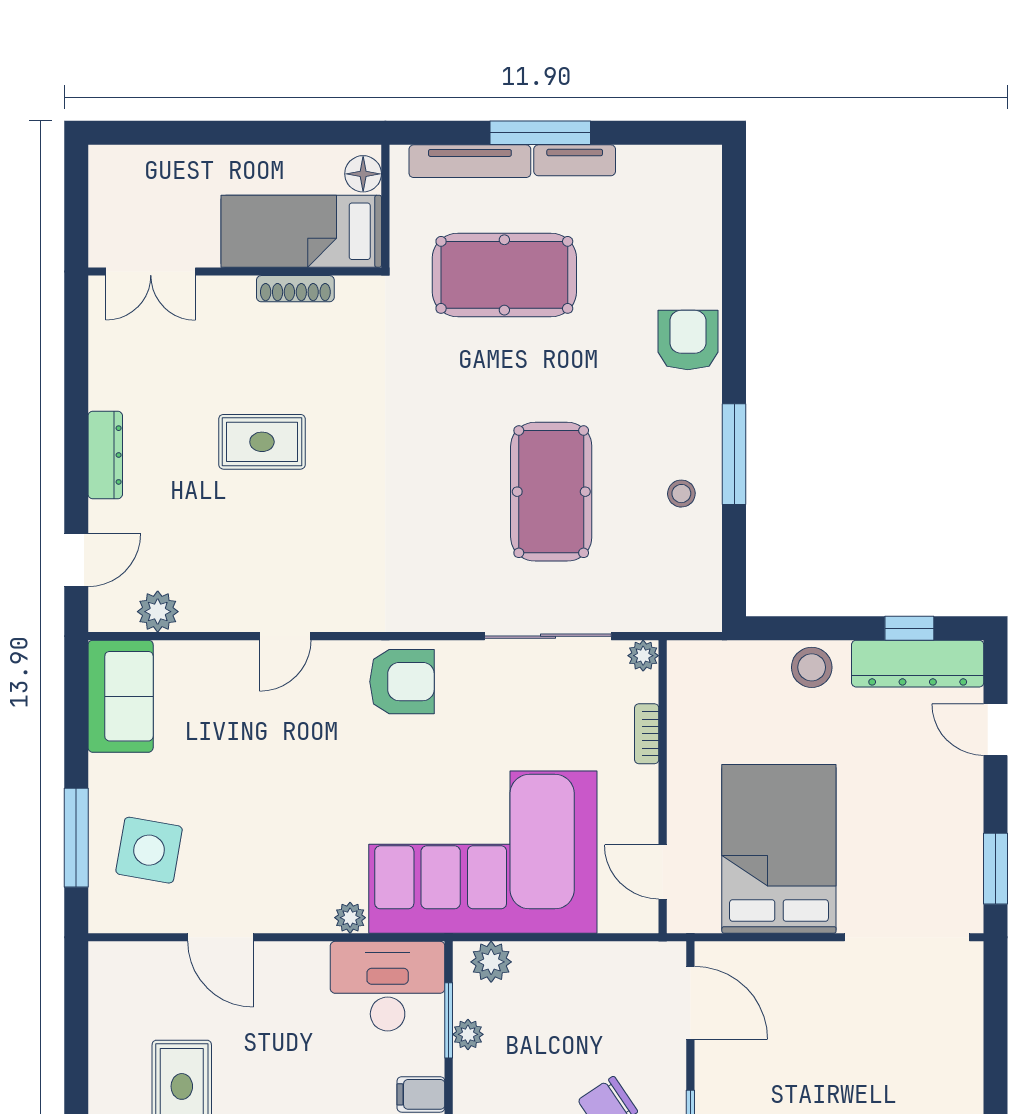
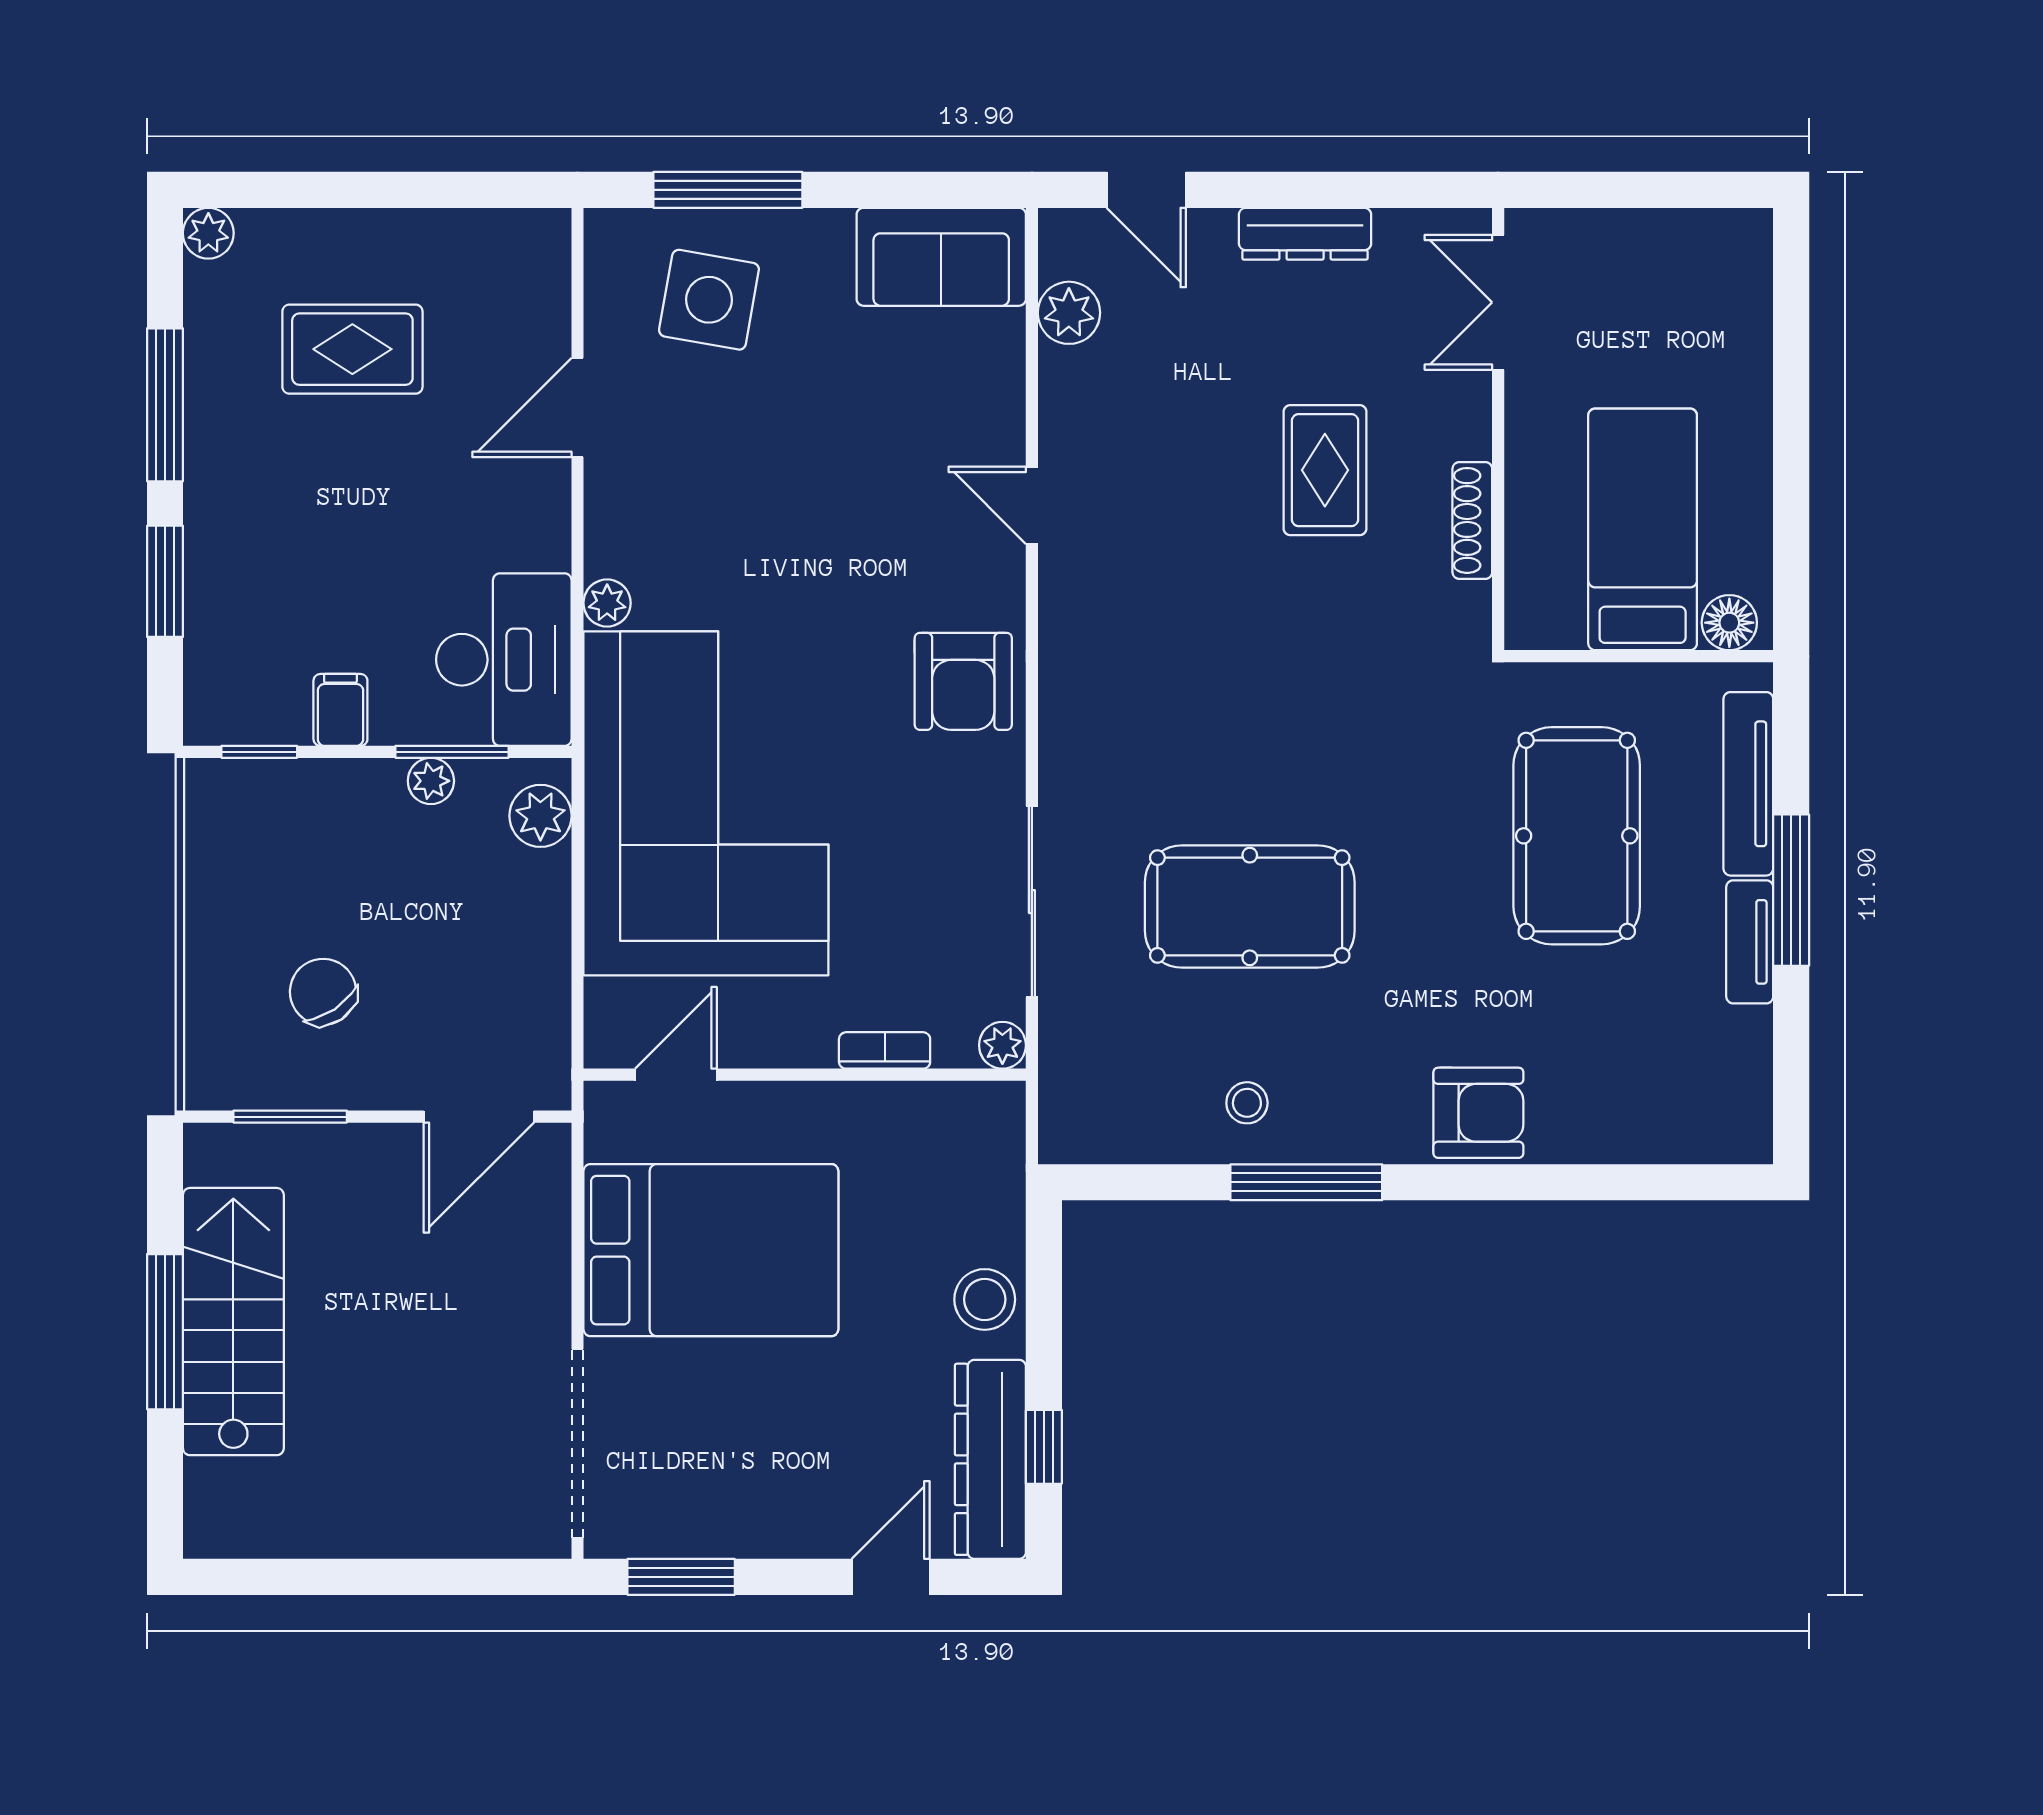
double door: (151, 272) -> (1498, 302), moved
wall: (235, 272) -> (1498, 429), moved
shoe rack: (295, 289) -> (1472, 520), moved

